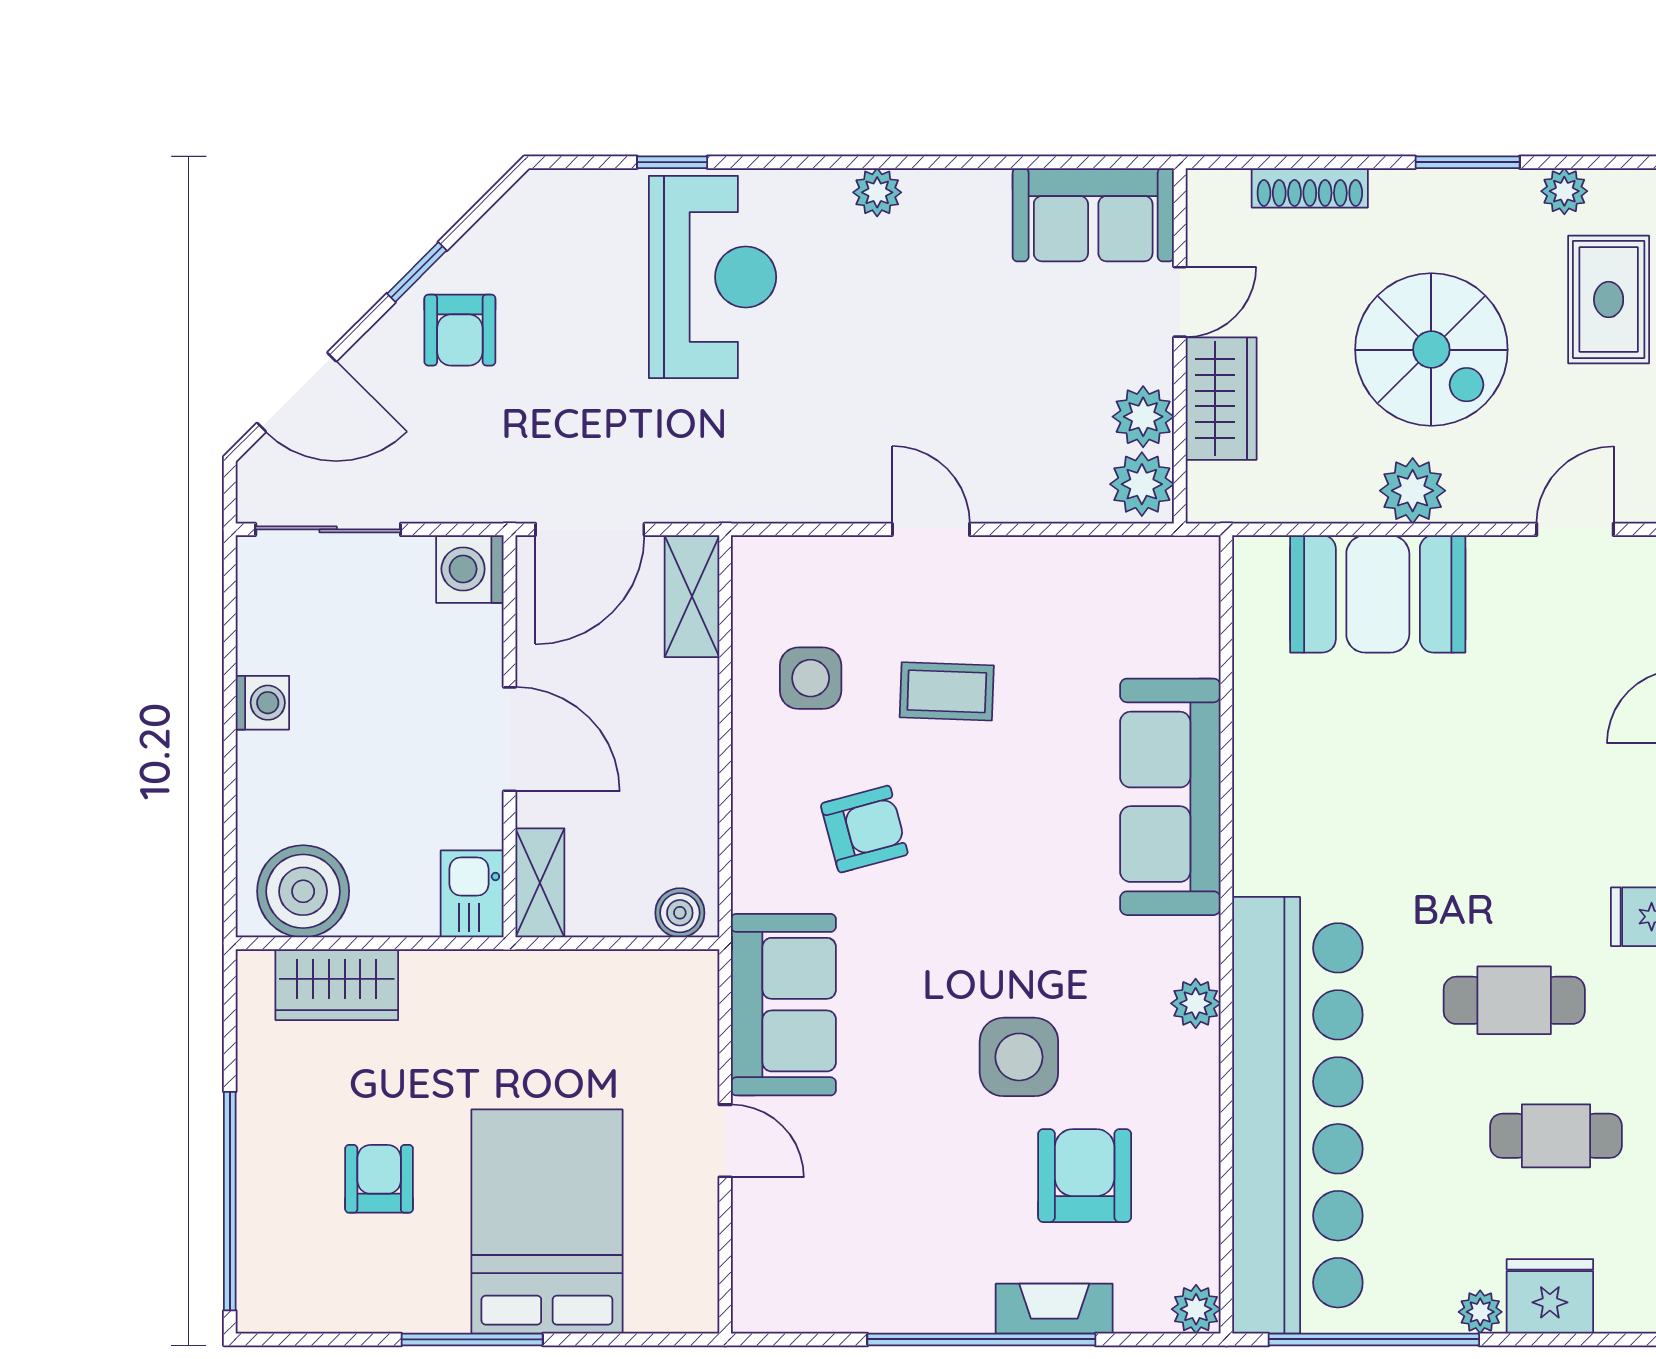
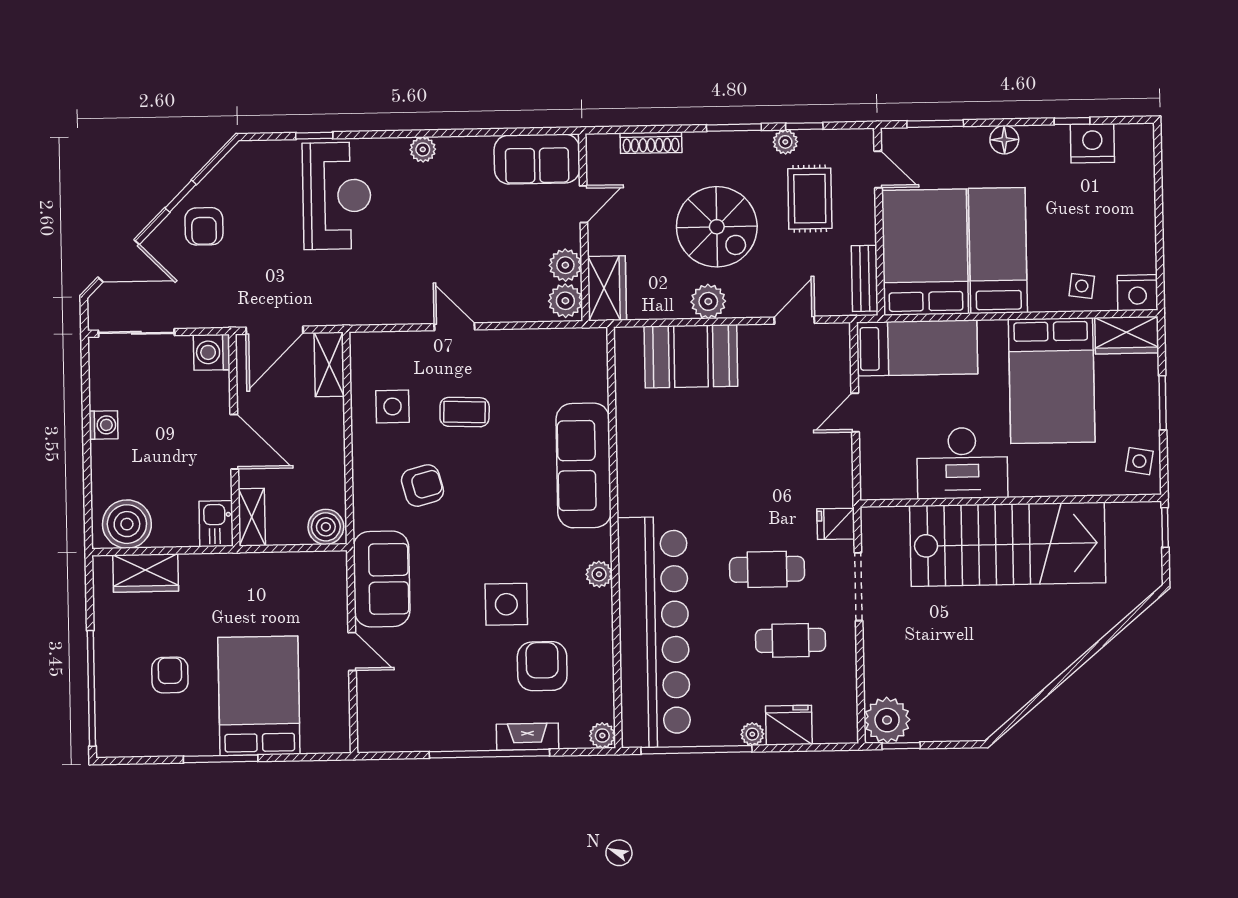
window: (1601, 162) -> (804, 126), added
wardrobe: (1221, 399) -> (607, 288), moved
boiler: (680, 913) -> (326, 527), width x1.36, depth x1.36

